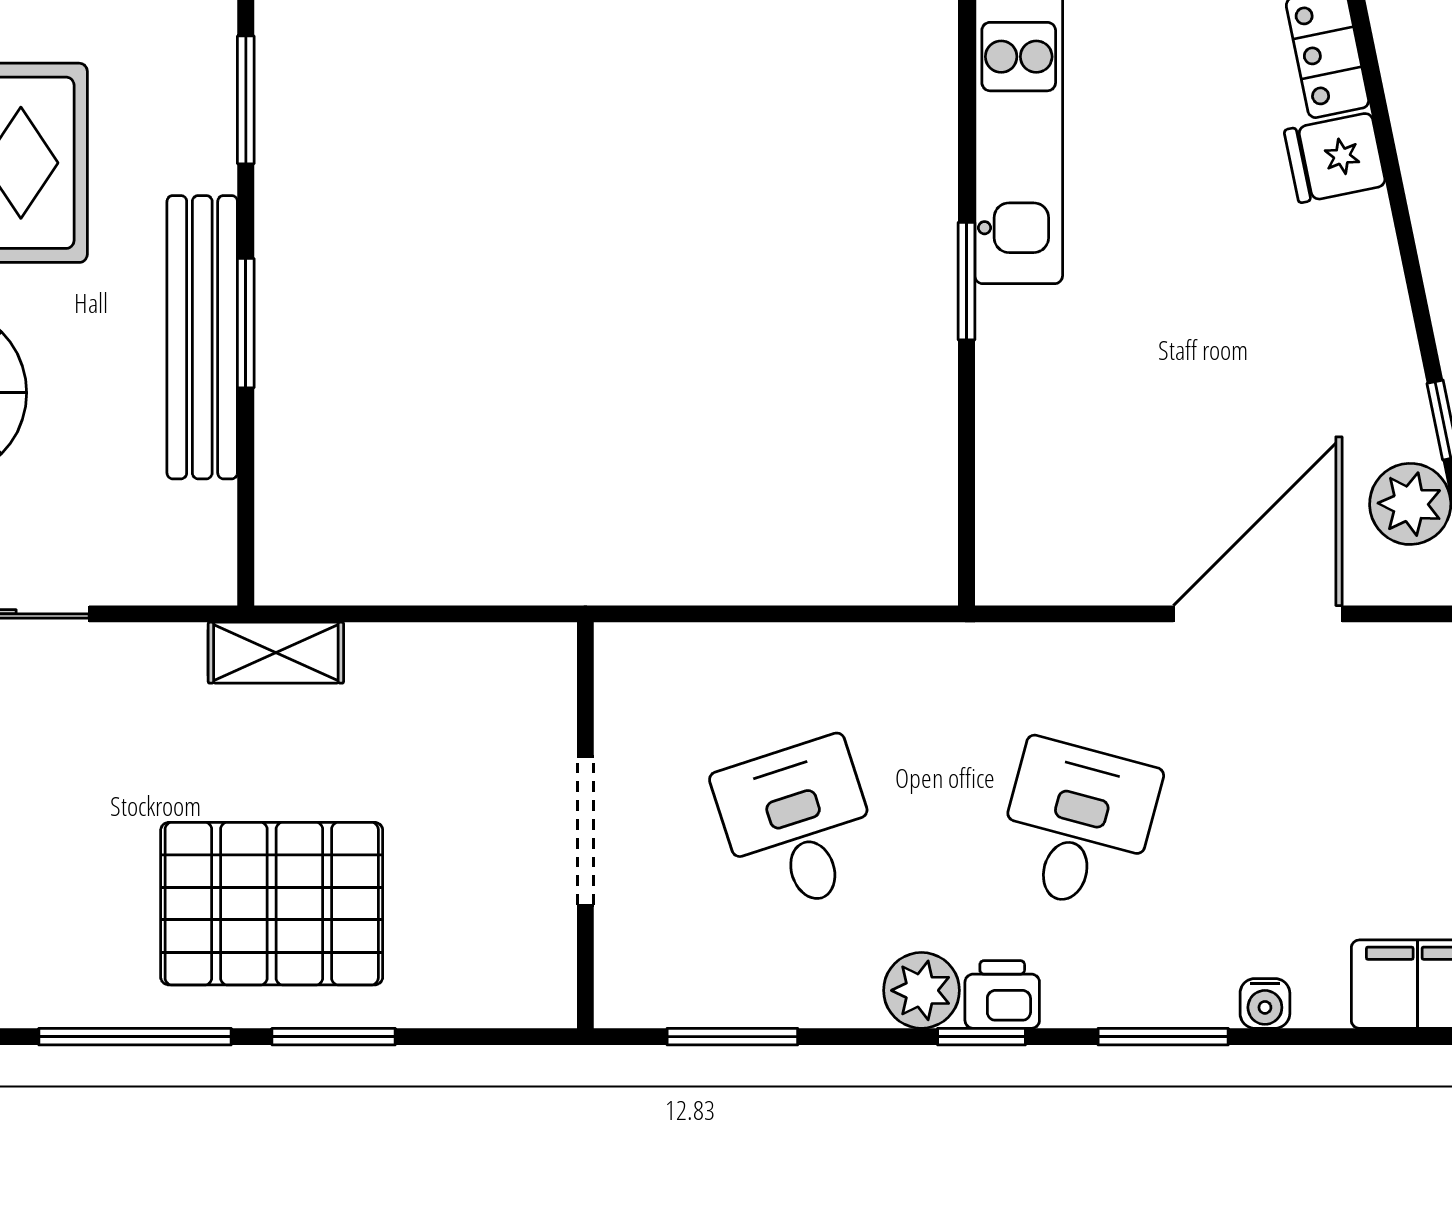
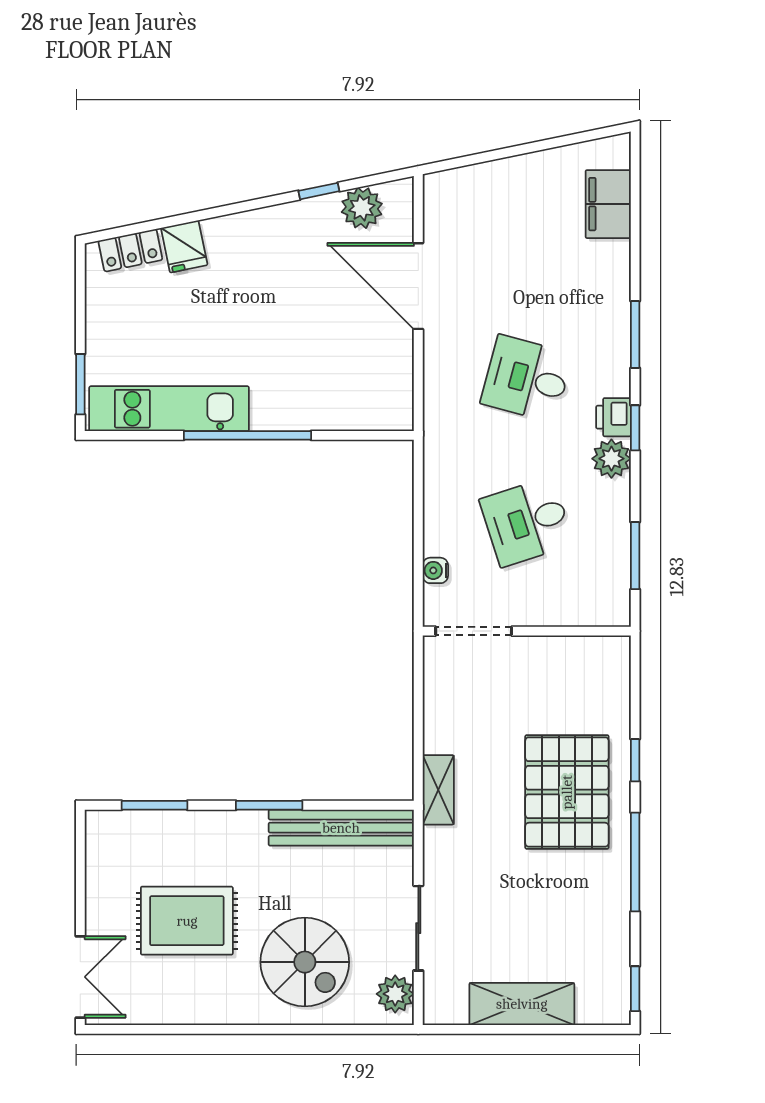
window: (967, 281) -> (248, 435), width x2.11
bench: (202, 337) -> (341, 828), moved
doorway: (585, 831) -> (474, 631), moved
water cooler: (1265, 1003) -> (435, 570), moved, turned 180
window: (334, 1037) -> (635, 760), width x0.67

